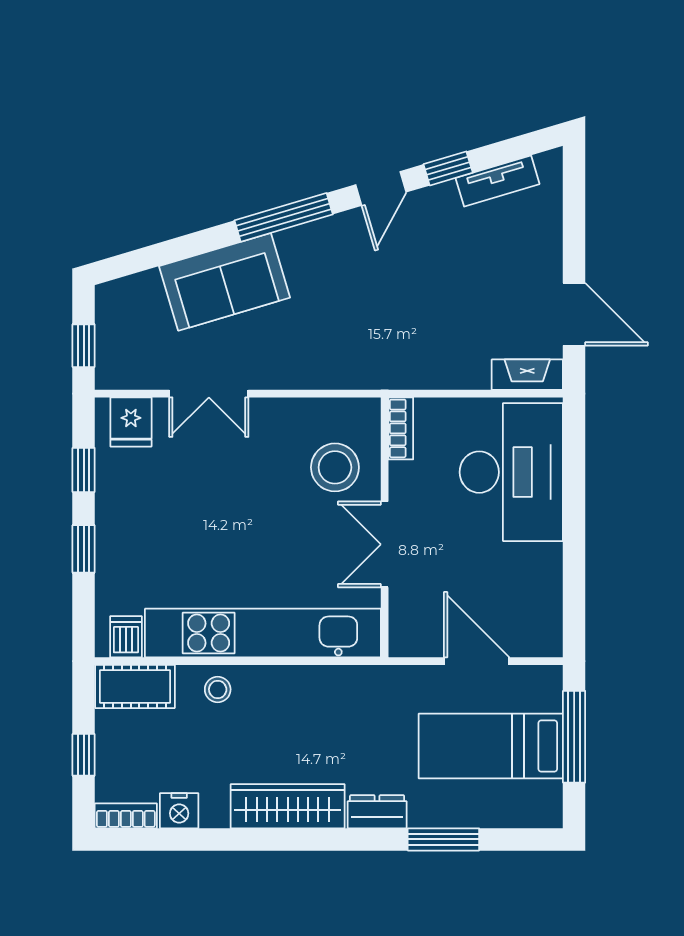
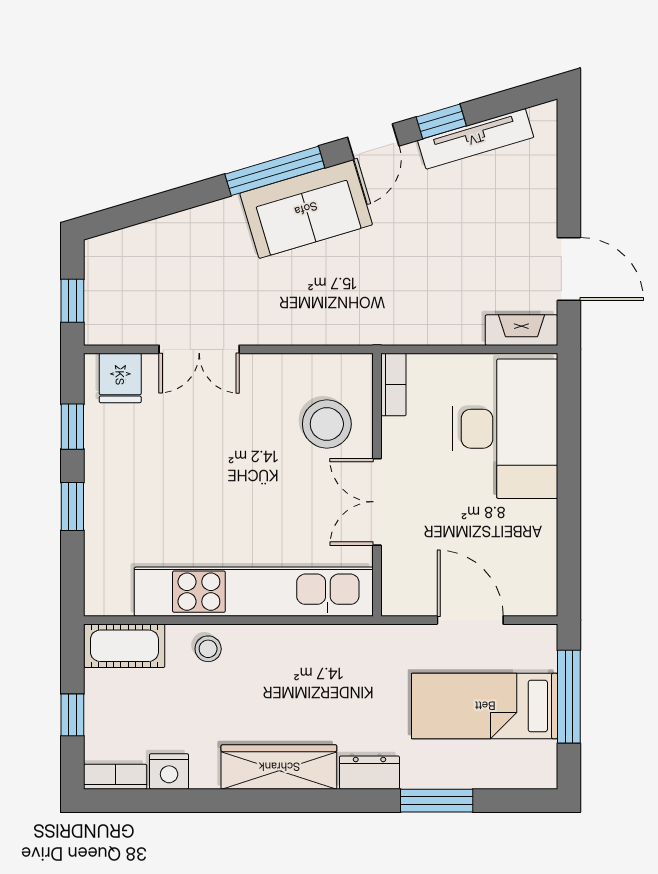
tv unit: (498, 181) -> (476, 139), width x1.41
sofa: (225, 282) -> (306, 209), moved
dishwasher: (126, 637) -> (115, 595), removed

